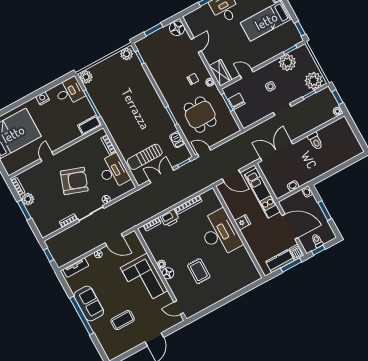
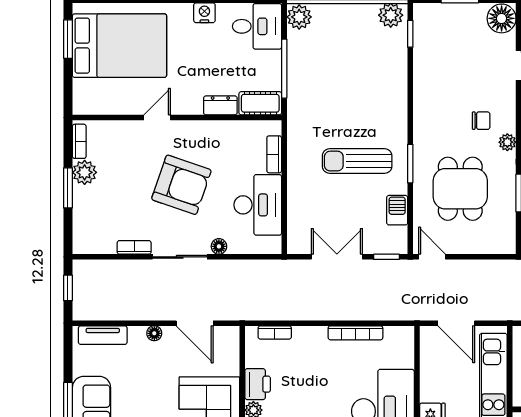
dresser: (72, 136) -> (220, 105), added
sun lounger: (145, 157) -> (357, 161), moved
printer: (170, 218) -> (258, 384), moved, turned -90

